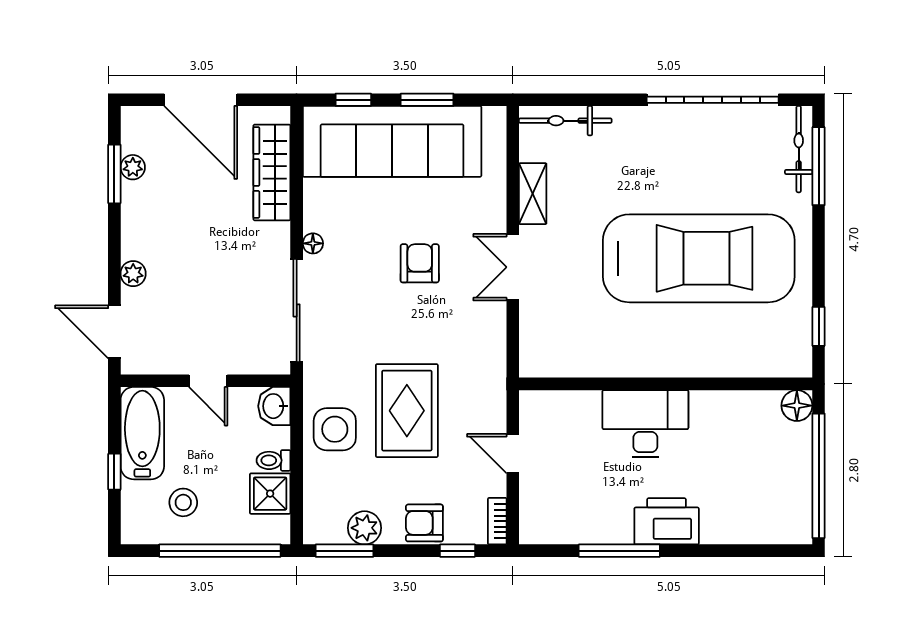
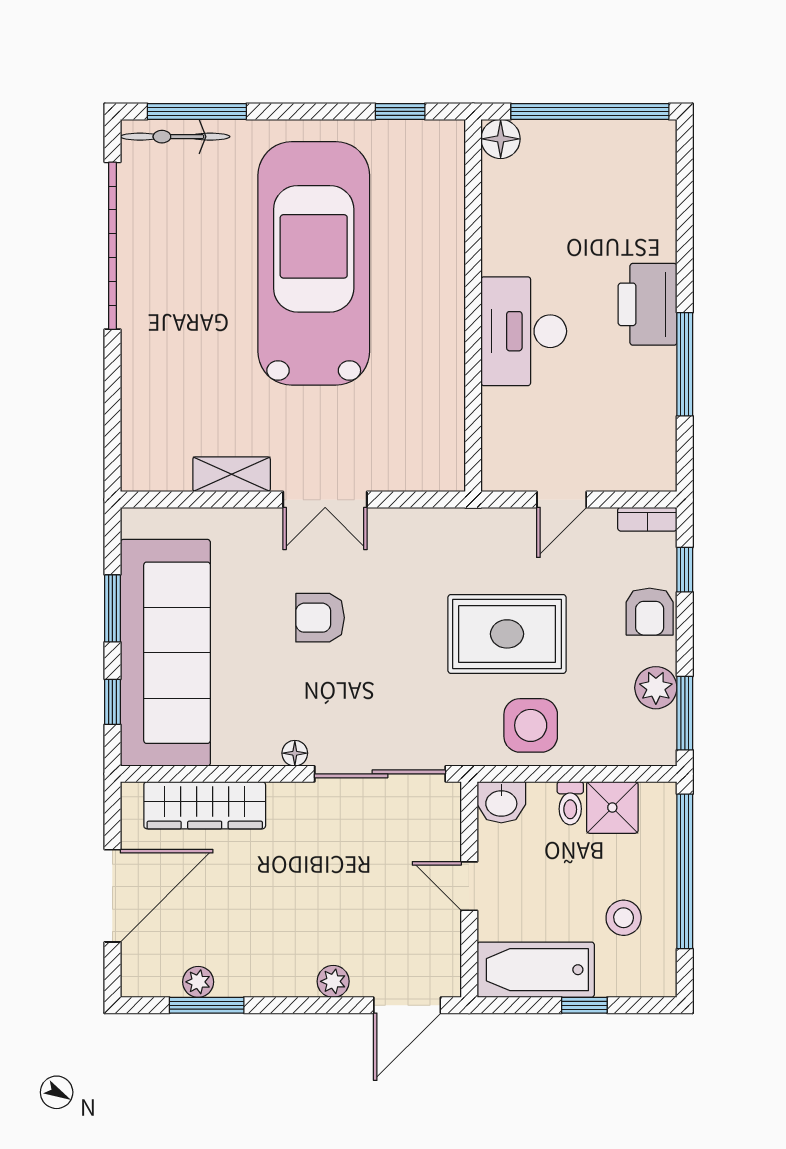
bicycle: (565, 121) -> (139, 433), removed
door: (208, 381) -> (469, 886), swing flipped

